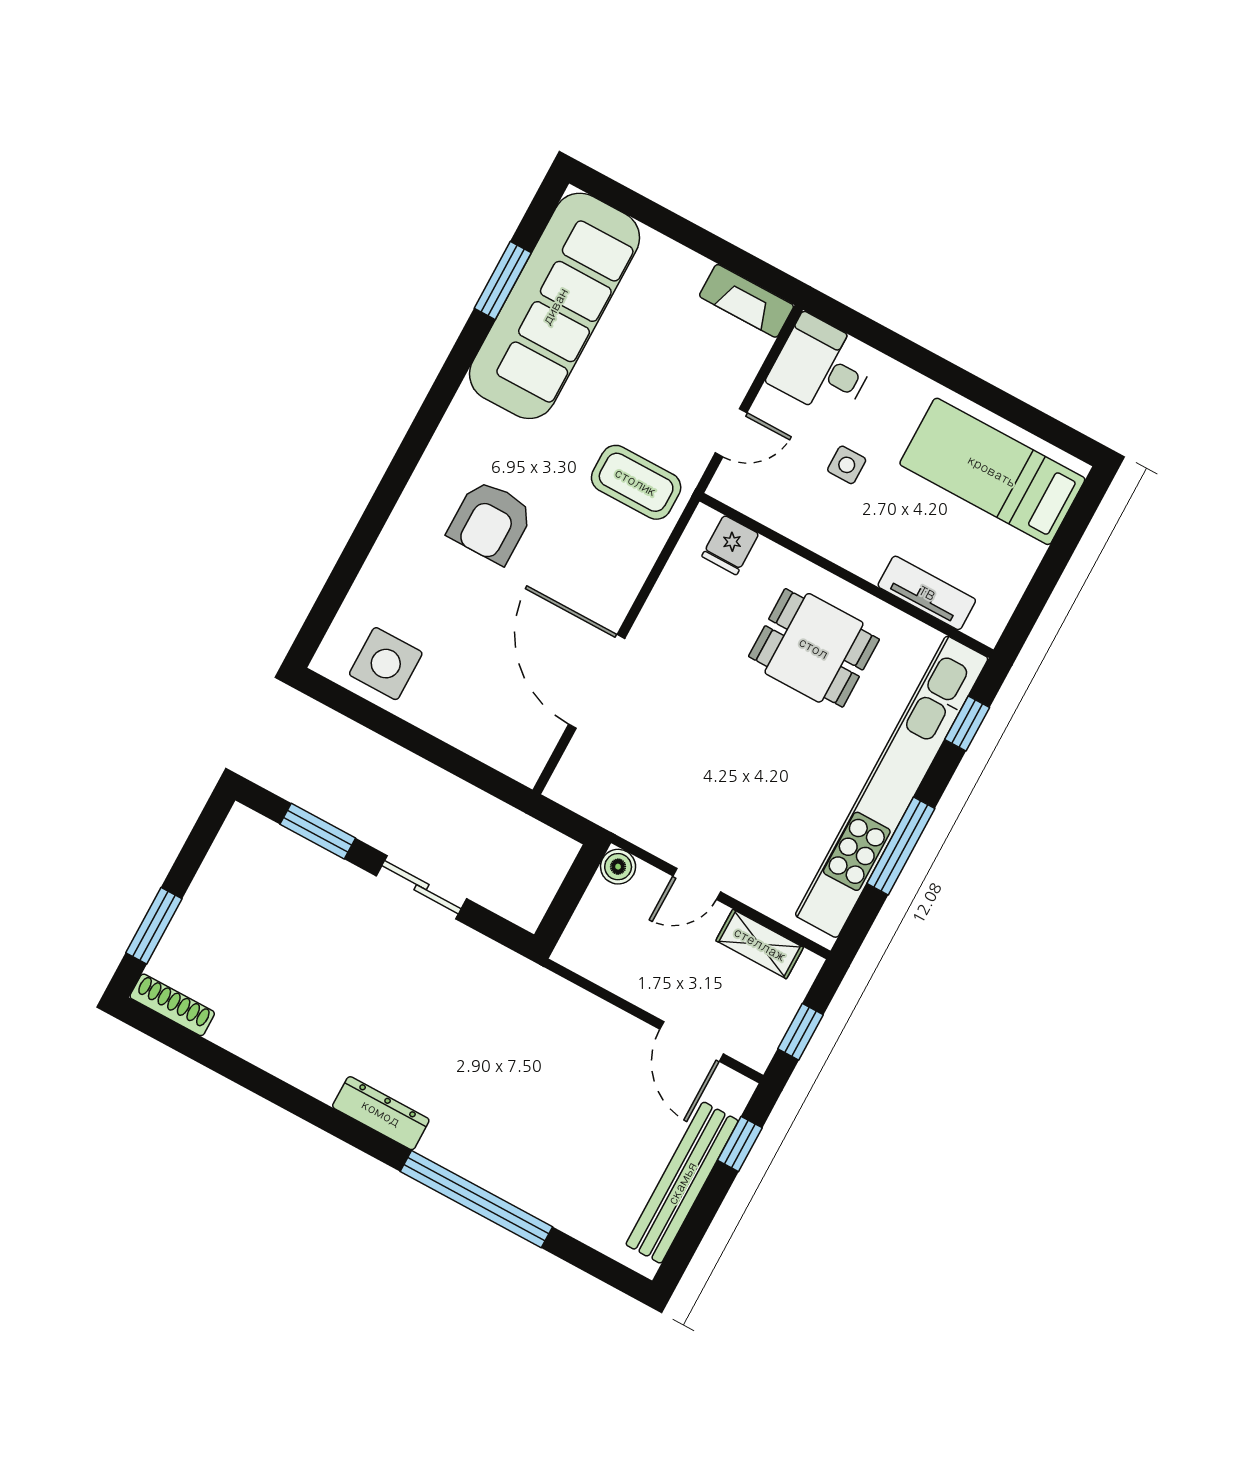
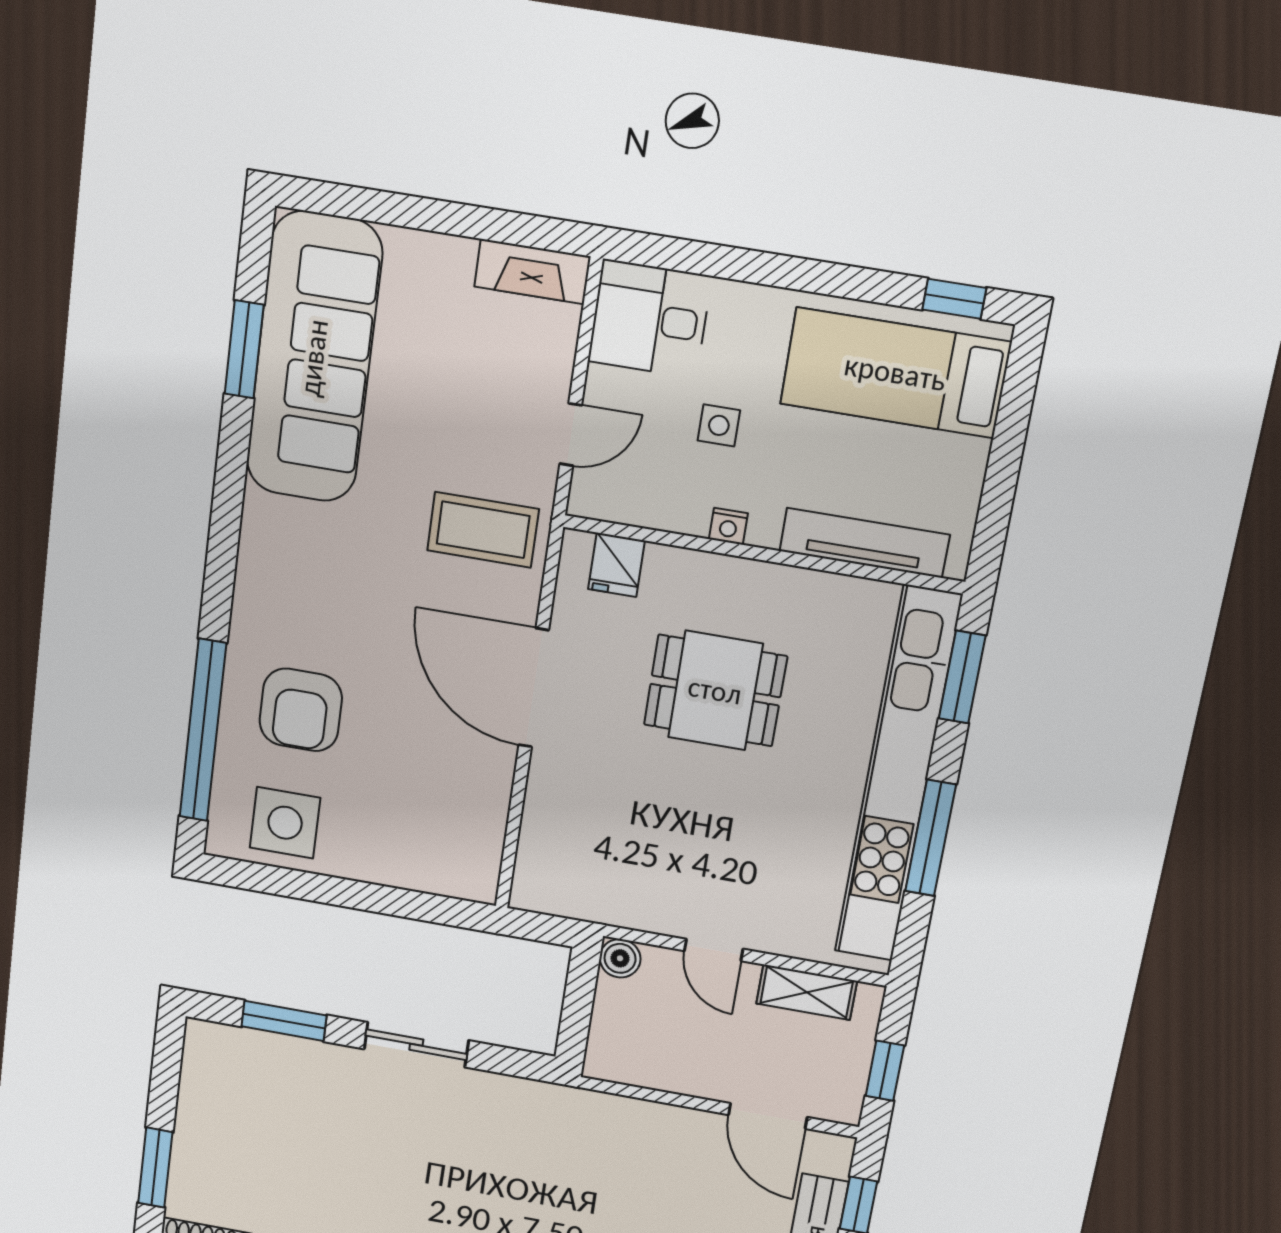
window: (1054, 432) -> (954, 299), added
armchair: (490, 522) -> (301, 710), moved
nightstand: (827, 545) -> (728, 526), added
window: (349, 566) -> (203, 730), added
tv unit: (927, 593) -> (865, 543), width x1.41
dining table: (814, 648) -> (715, 691), moved
door: (597, 681) -> (534, 688), moved
window: (967, 723) -> (962, 677), width x1.50
door: (697, 884) -> (714, 950), hinge flipped

